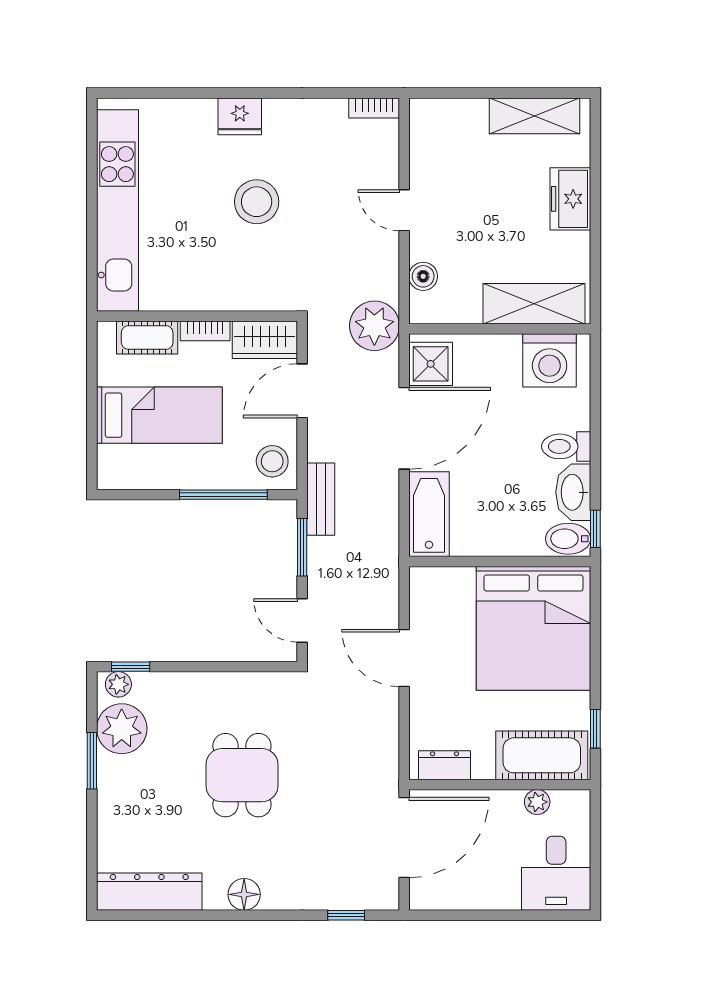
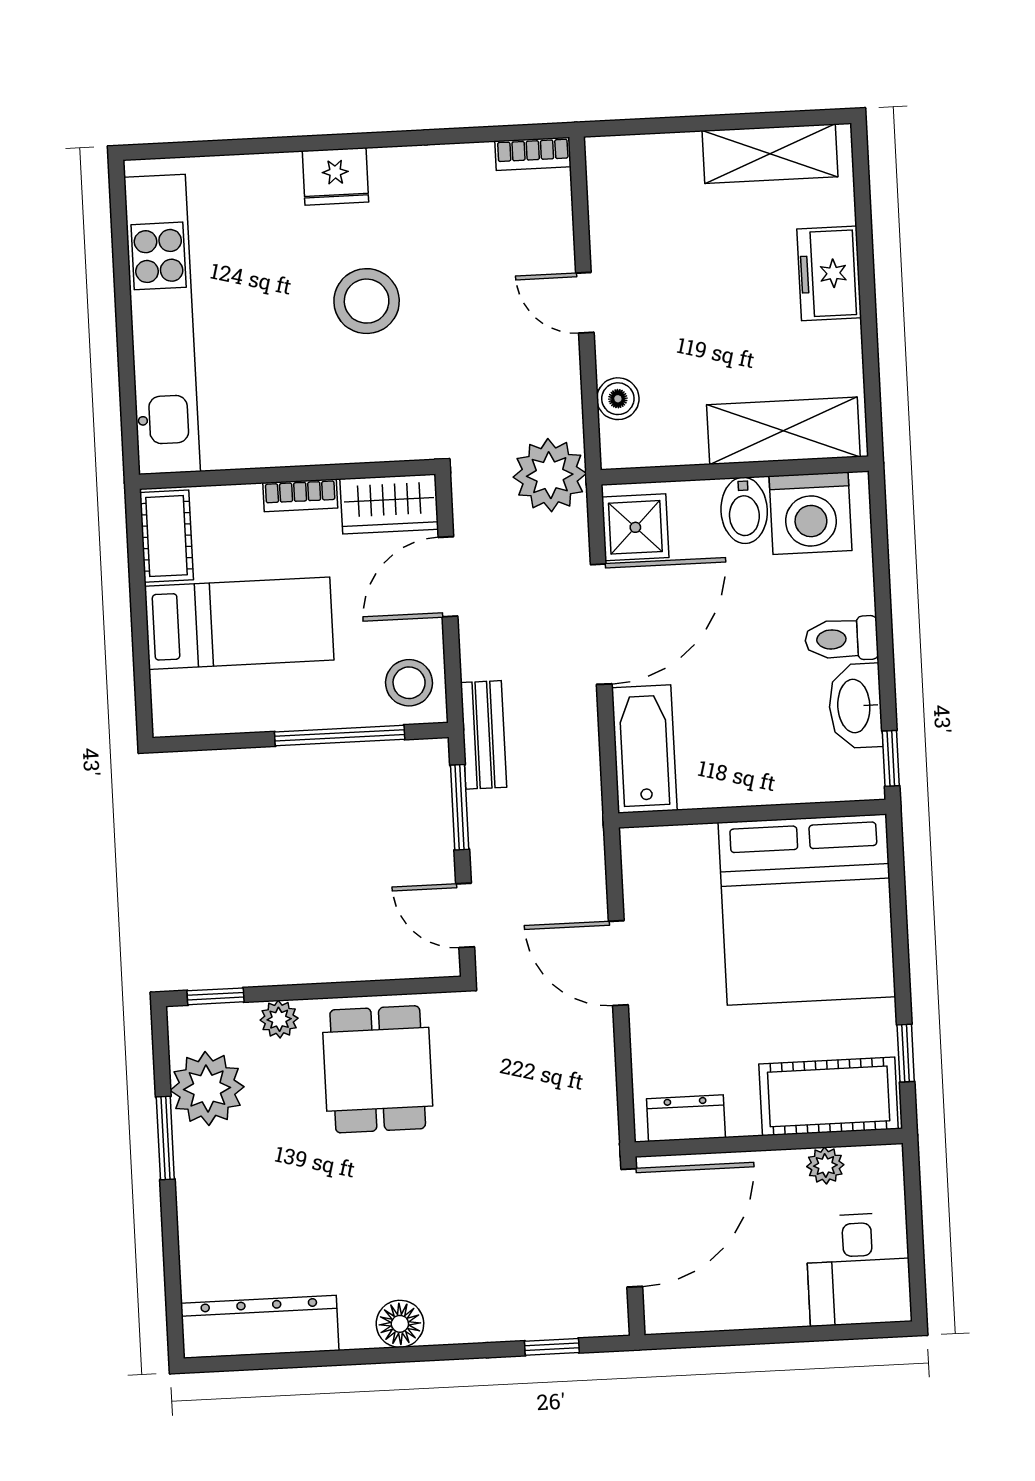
cot: (147, 338) -> (167, 536), moved, turned 90
bidet: (568, 539) -> (744, 510), moved, turned -90
plant: (118, 684) -> (279, 1019), moved
dining table: (242, 775) -> (378, 1069), moved

